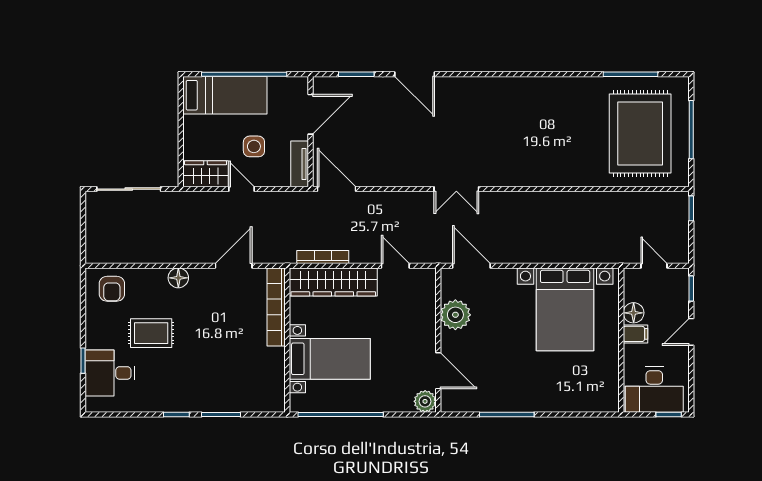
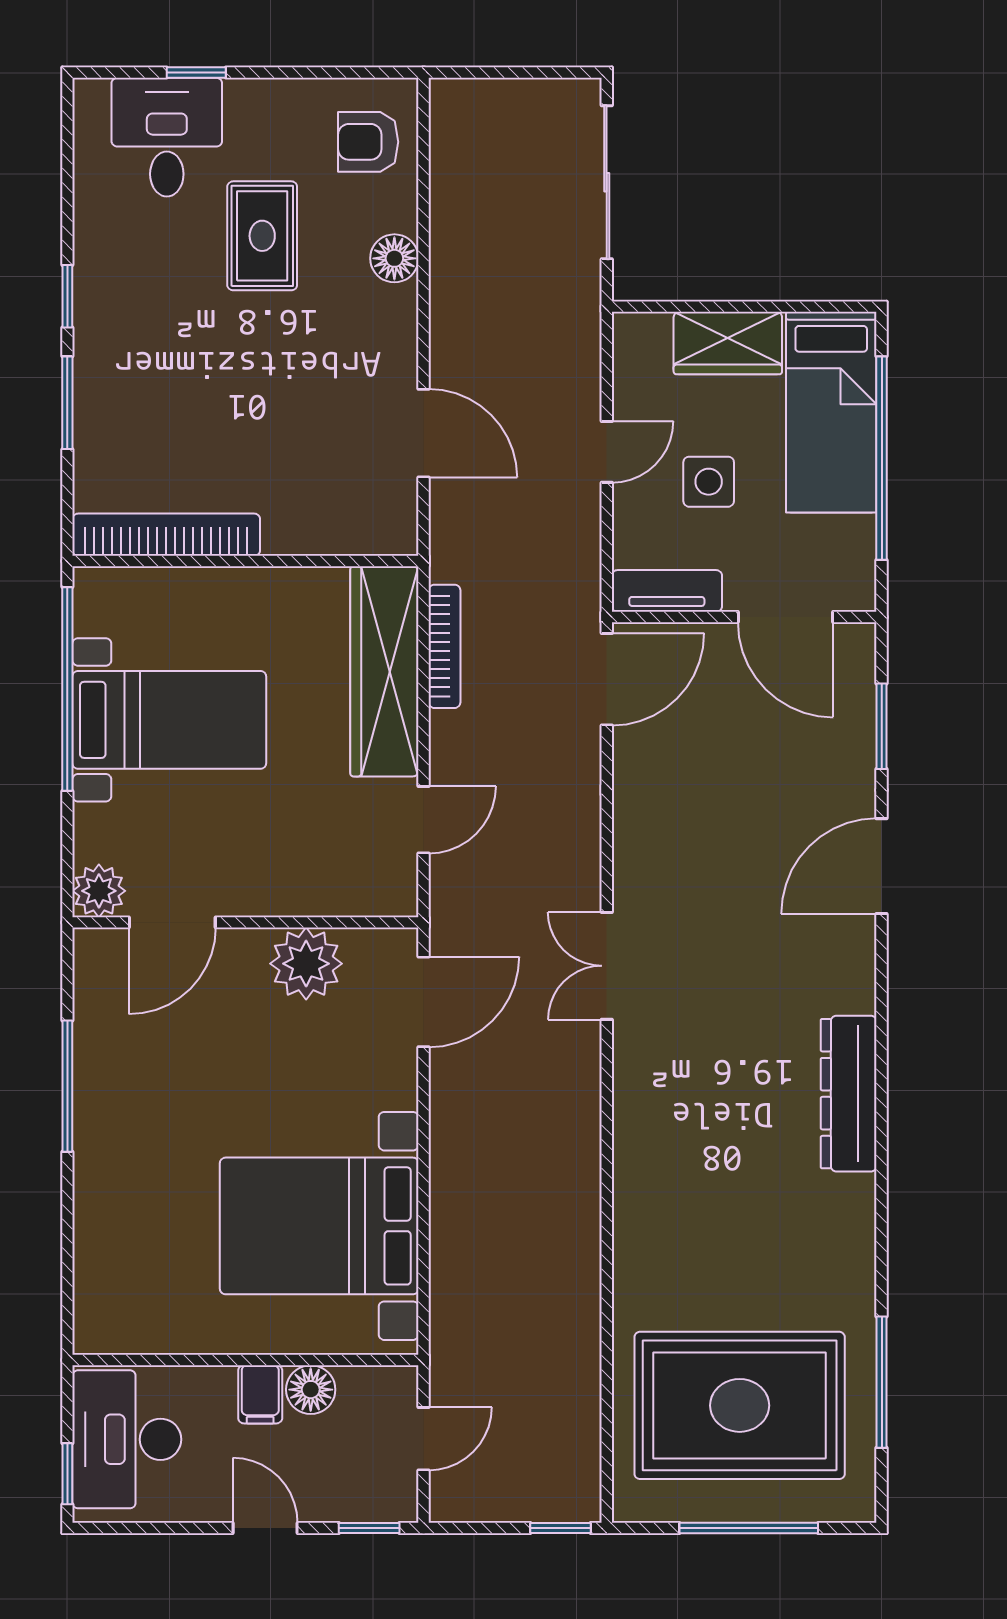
dresser: (510, 88) -> (849, 1094), added
wardrobe: (206, 174) -> (728, 343), moved, turned 90
floor lamp: (178, 278) -> (394, 258), moved
bookcase: (276, 307) -> (166, 535), moved
bed with nightstands: (330, 359) -> (169, 720), moved, turned -90

